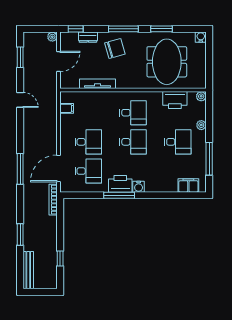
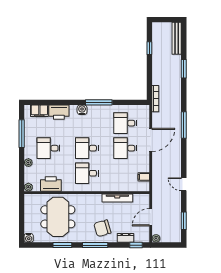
door: (59, 168) -> (151, 140), moved
printer: (120, 184) -> (59, 112), moved

